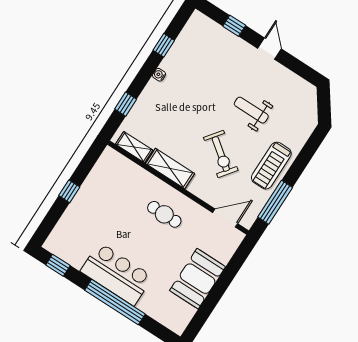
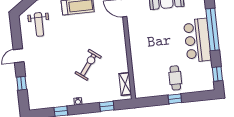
weight bench: (251, 110) -> (39, 24), moved
exercise bike: (221, 154) -> (88, 65), moved
shelving: (170, 168) -> (121, 57), removed
cafe table: (164, 214) -> (175, 78), moved

